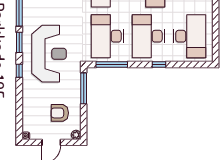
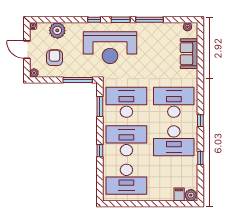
window: (112, 65) -> (100, 106), width x0.69
plant: (31, 110) -> (57, 30), added

